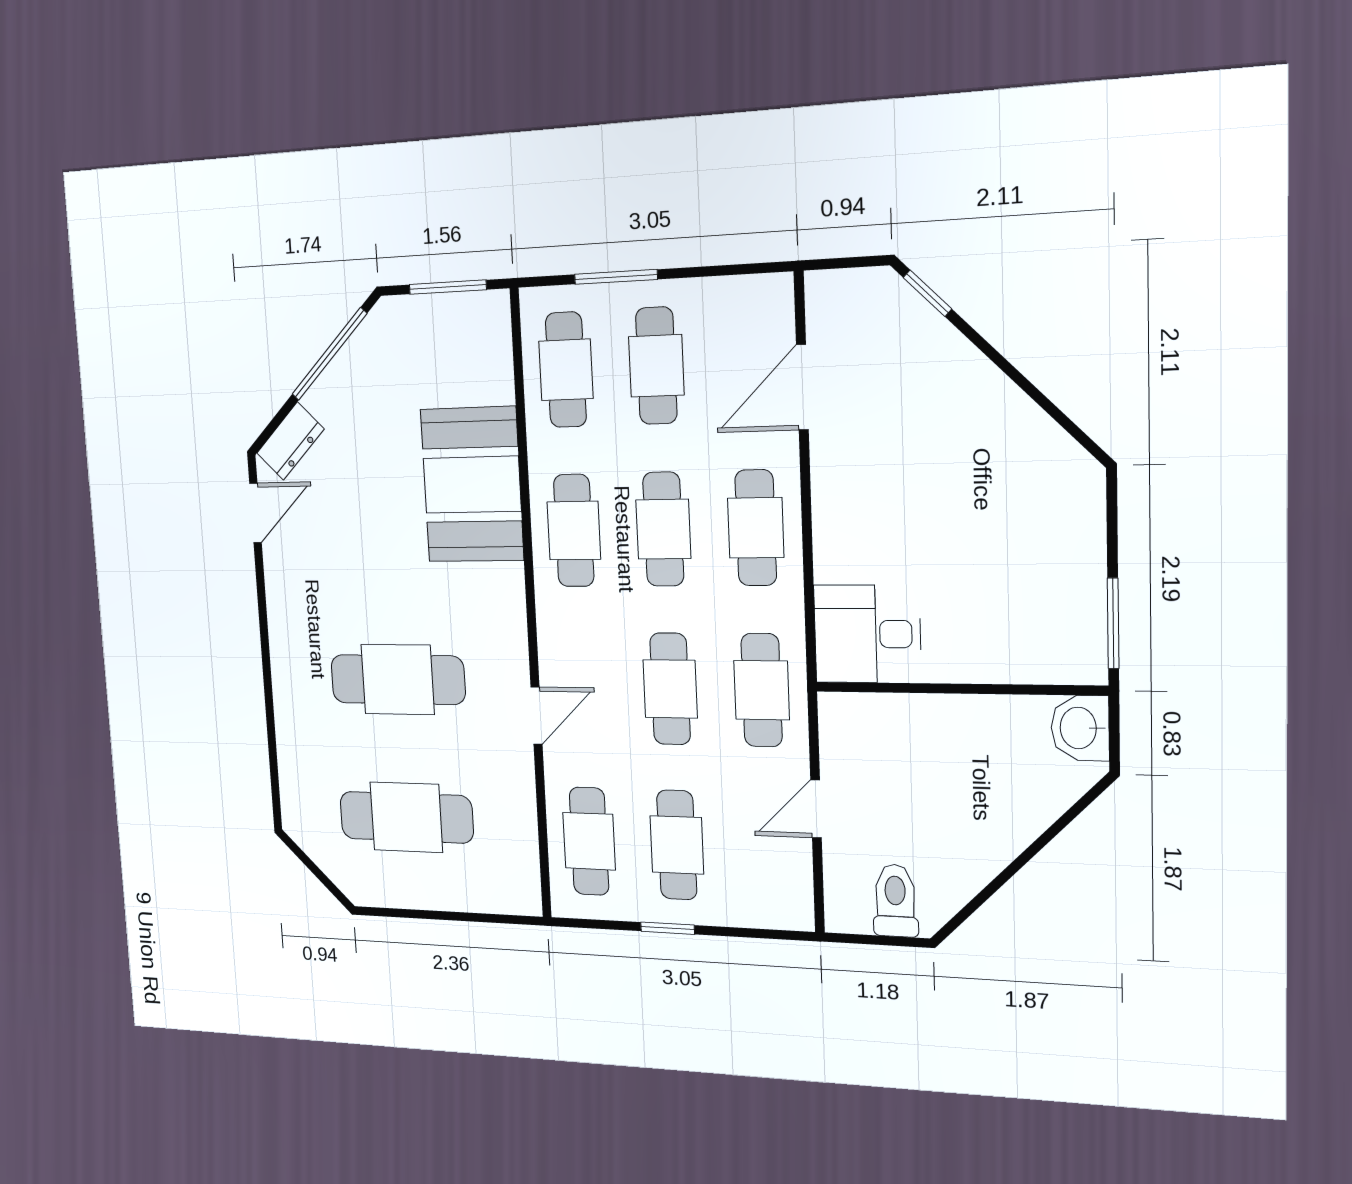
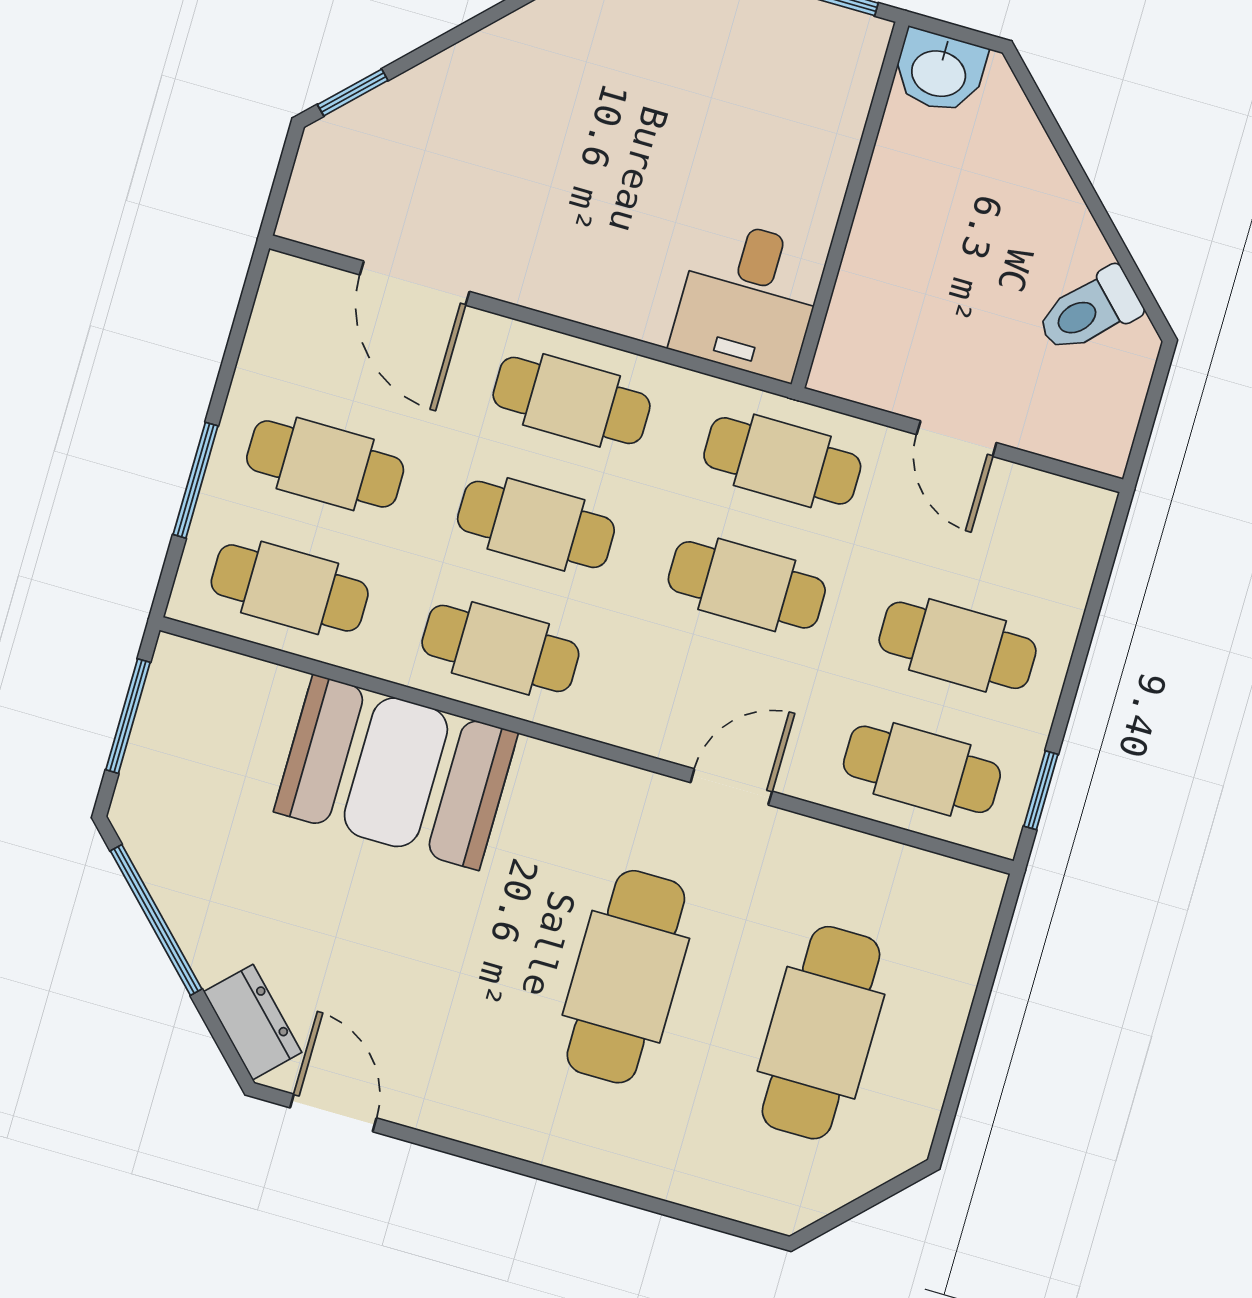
door: (536, 716) -> (731, 787), hinge flipped
toilet: (895, 901) -> (1089, 311), moved, turned -45
window: (668, 928) -> (1041, 790), moved

